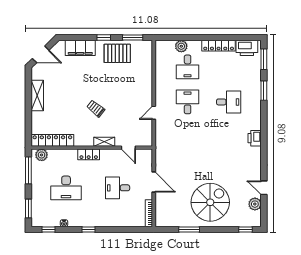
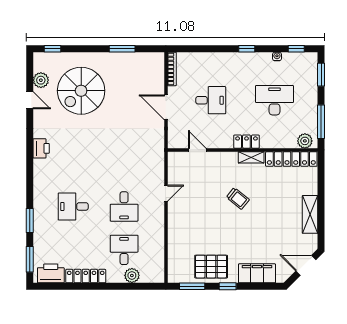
printer: (255, 138) -> (41, 148), moved
shelving: (104, 142) -> (251, 157), moved
spiral stairs: (210, 202) -> (81, 91), moved

